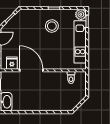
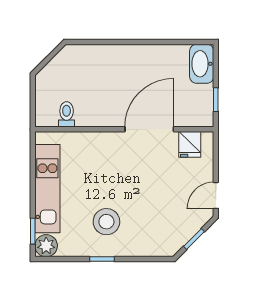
door: (31, 70) -> (149, 129), swing flipped

